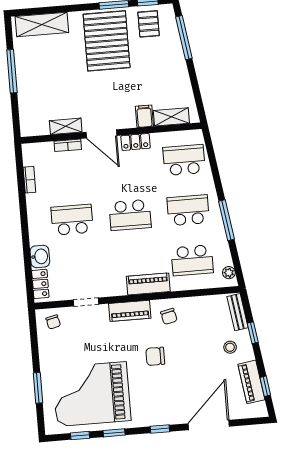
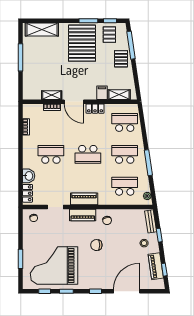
pallet: (170, 60) -> (121, 59), added
school desk: (192, 260) -> (125, 186), turned 180
piano: (148, 284) -> (84, 199), moved

